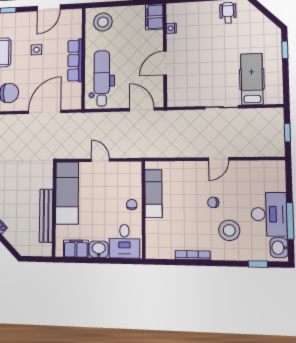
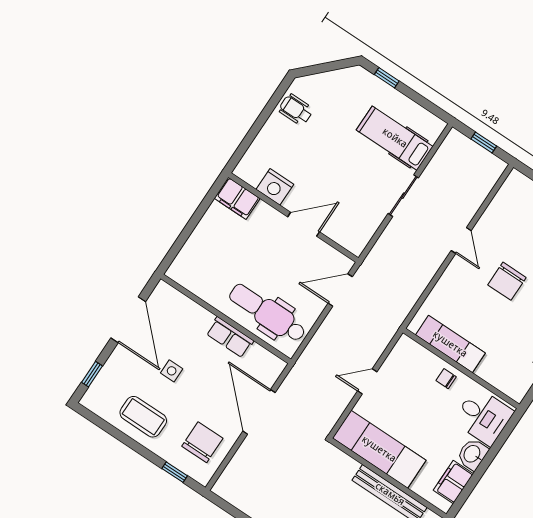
door: (49, 8) -> (128, 320), width x1.36
stool: (103, 22) -> (197, 264), removed
nightstand: (171, 28) -> (275, 187), width x1.89, depth x1.79
row of seats: (75, 61) -> (230, 337), width x0.68
door: (165, 63) -> (304, 224), swing flipped
chair: (213, 202) -> (507, 281), width x1.87, depth x1.87

